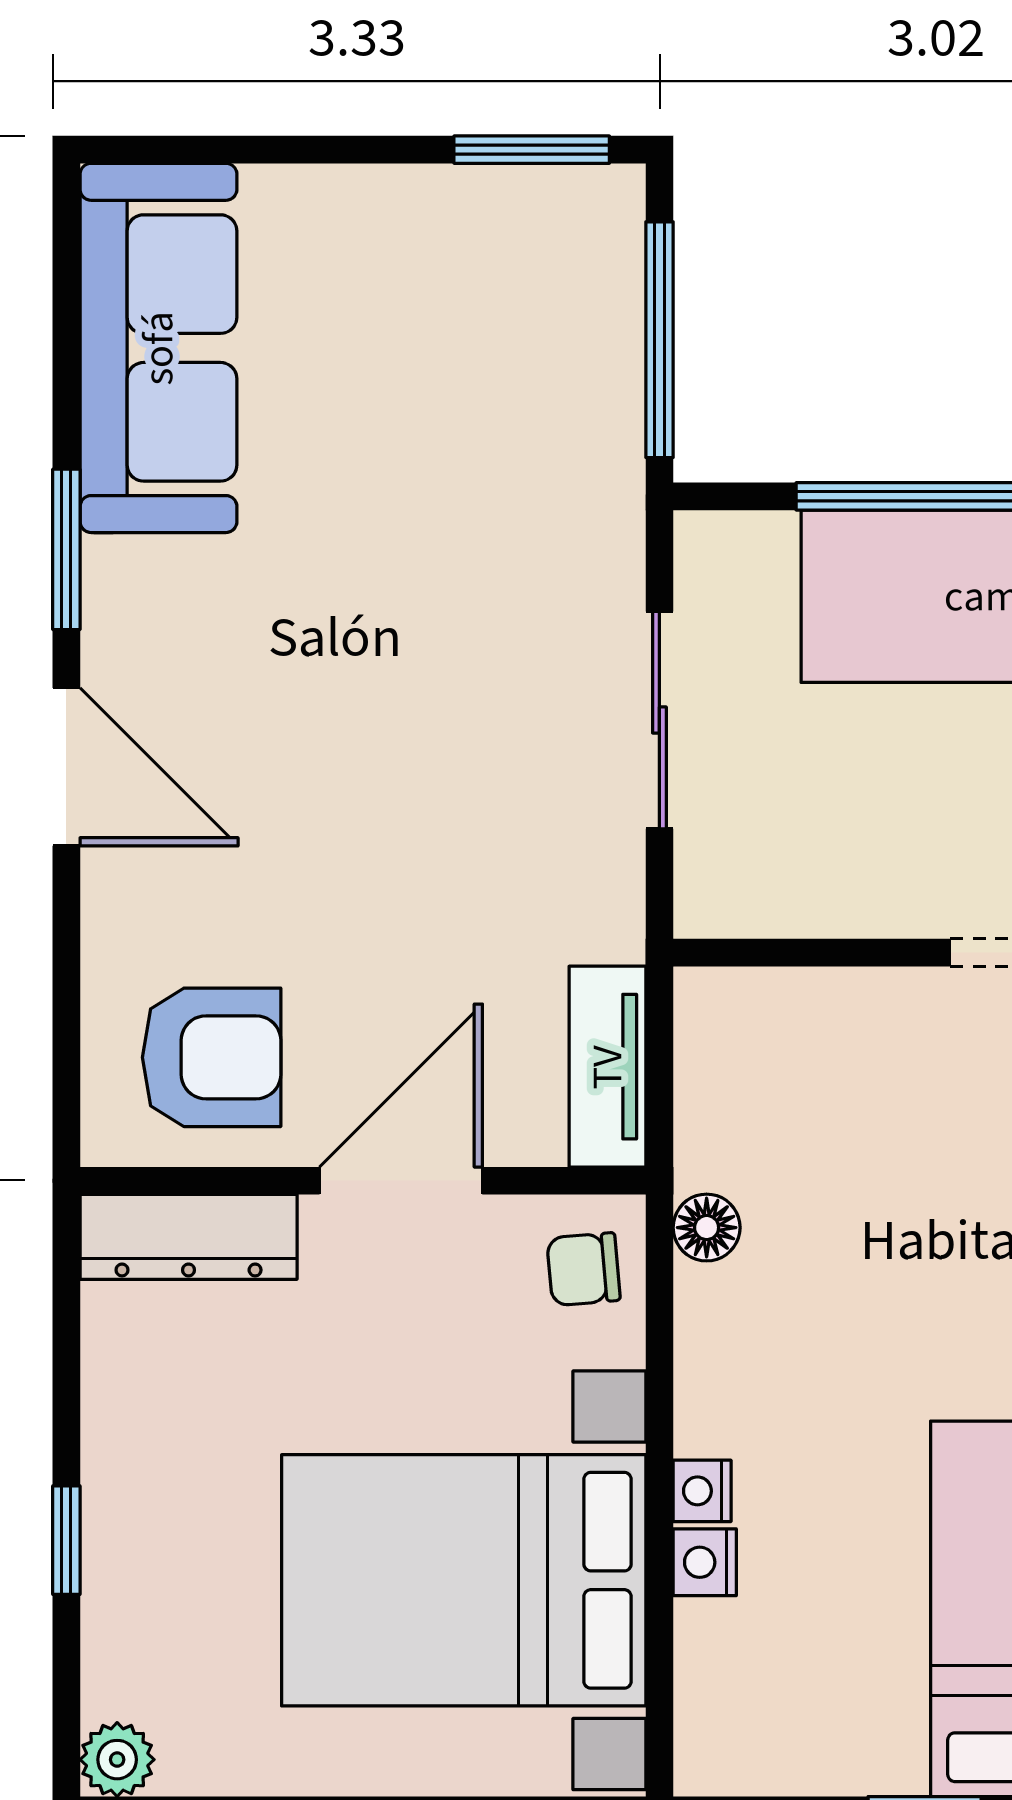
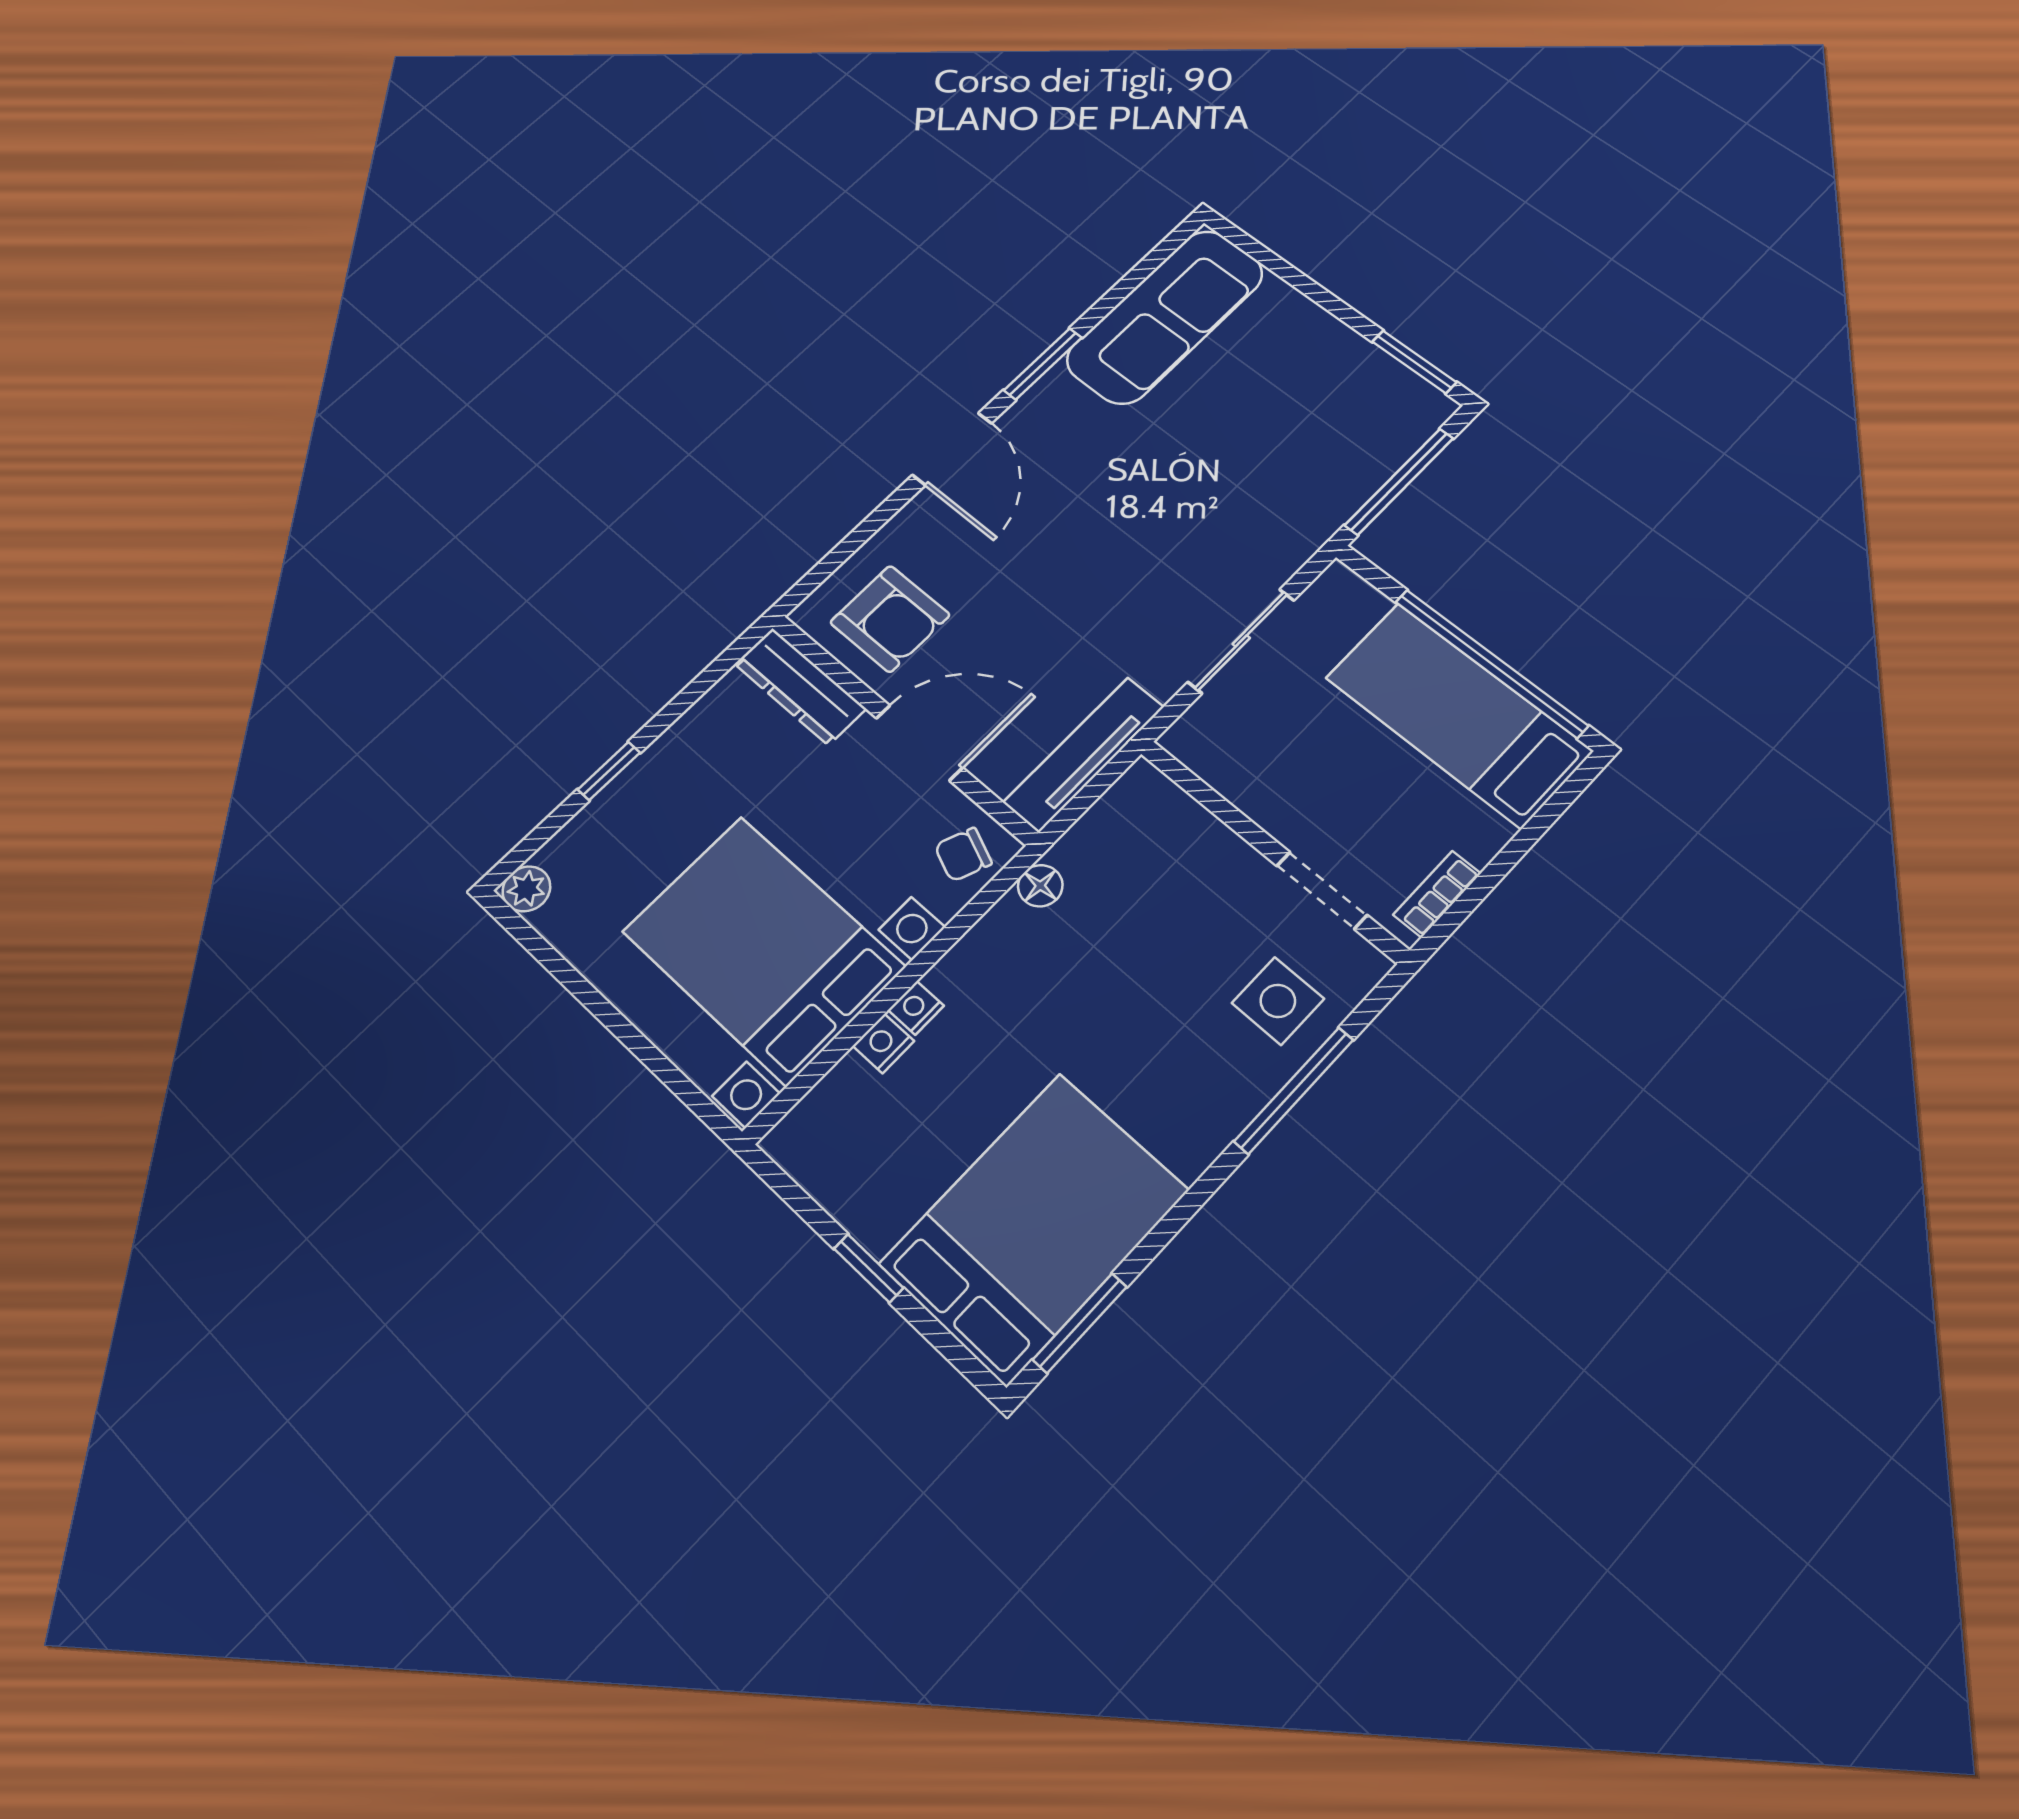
tv unit: (607, 1067) -> (1084, 754), width x1.41
chair: (583, 1269) -> (963, 855), turned -63

